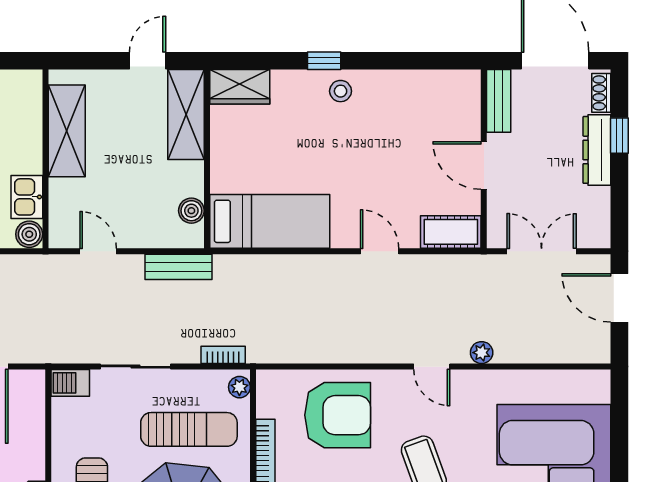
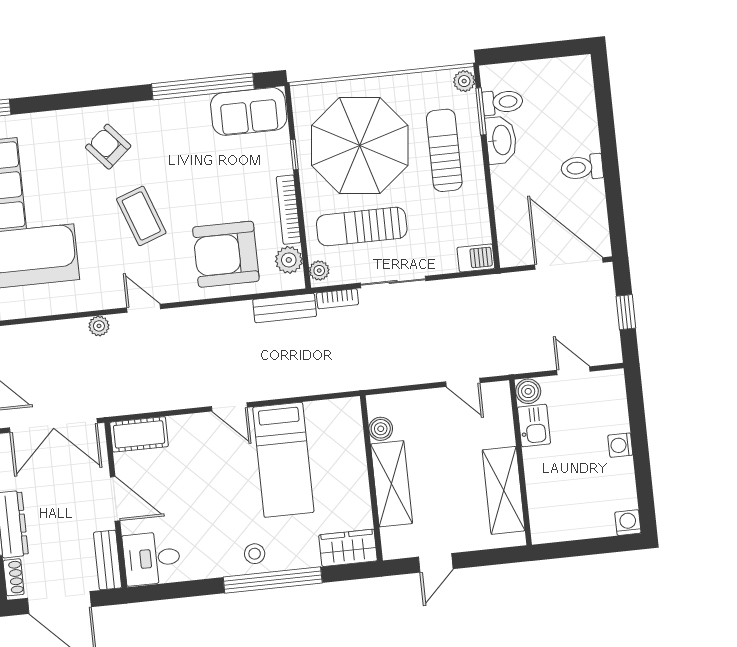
window: (324, 61) -> (273, 580), width x3.17
desk: (451, 98) -> (152, 558), added
shelving: (186, 115) -> (391, 484), moved
bed: (270, 221) -> (283, 460), moved, turned -90
door: (380, 251) -> (229, 407), moved
double door: (542, 251) -> (53, 425), width x1.37
bench: (178, 267) -> (285, 308), moved
sliding door: (135, 367) -> (393, 282), moved
plant: (271, 402) -> (289, 260), added

